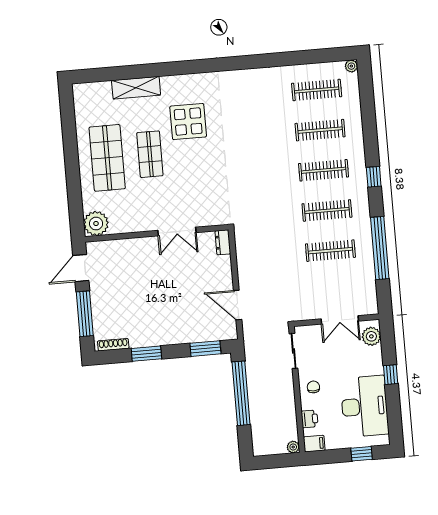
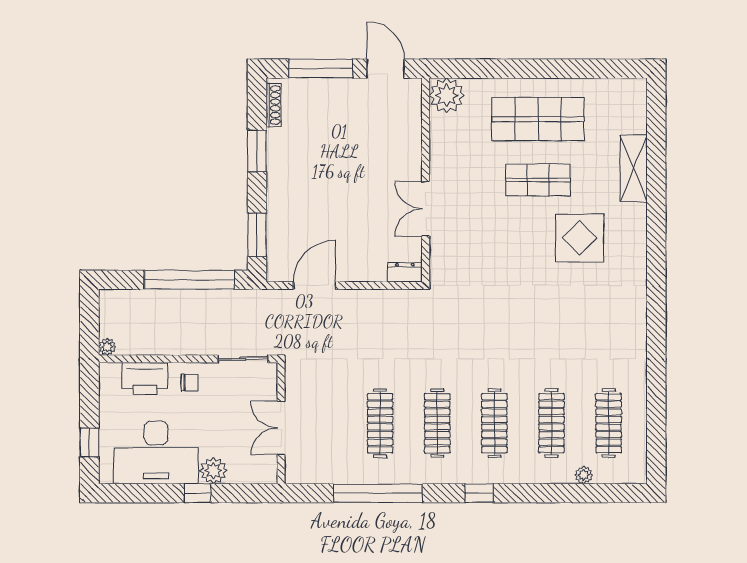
plant: (351, 66) -> (584, 475), moved
plant: (371, 336) -> (213, 471), moved
printer: (310, 419) -> (145, 379), width x1.87, depth x1.48
filing cabinet: (314, 444) -> (110, 377), removed

